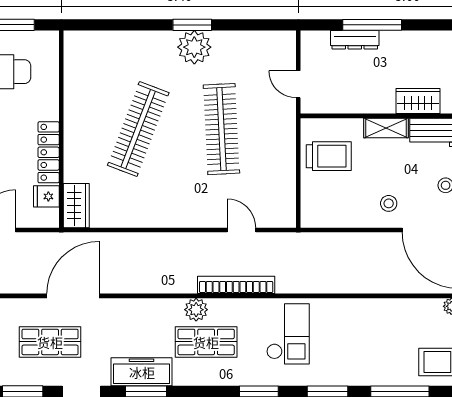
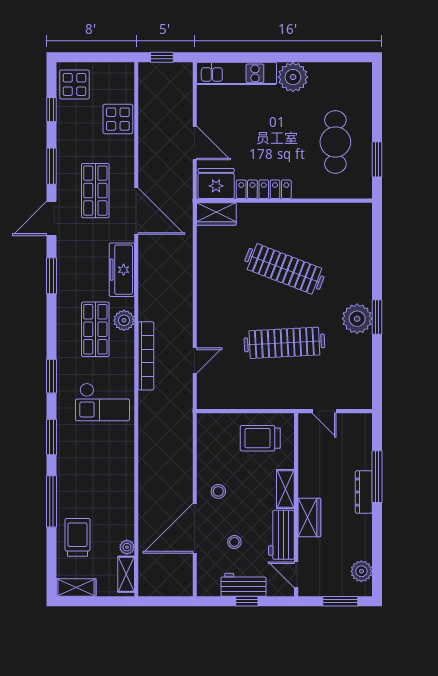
dresser: (355, 40) -> (364, 492), moved
door: (298, 84) -> (324, 411), swing flipped
trolley: (329, 156) -> (260, 438), turned 90
fridge: (46, 196) -> (216, 183), width x1.88, depth x1.34
freezer: (142, 372) -> (122, 270), moved, turned 180

